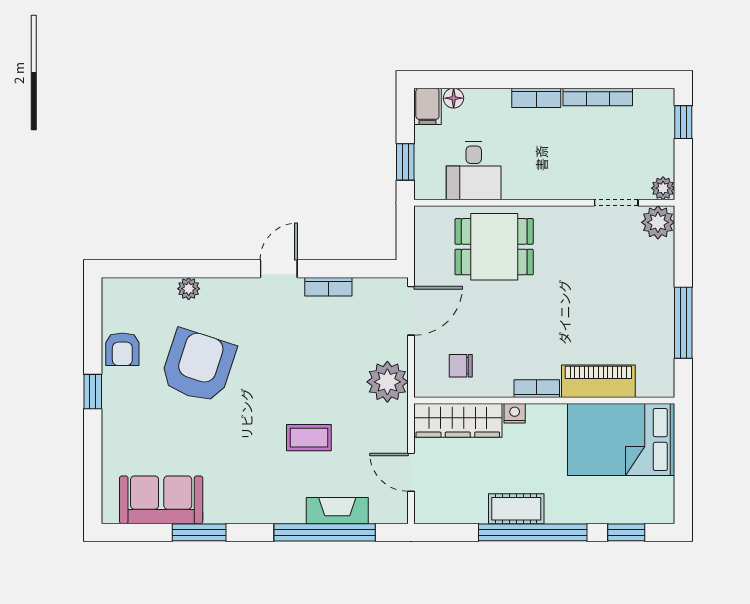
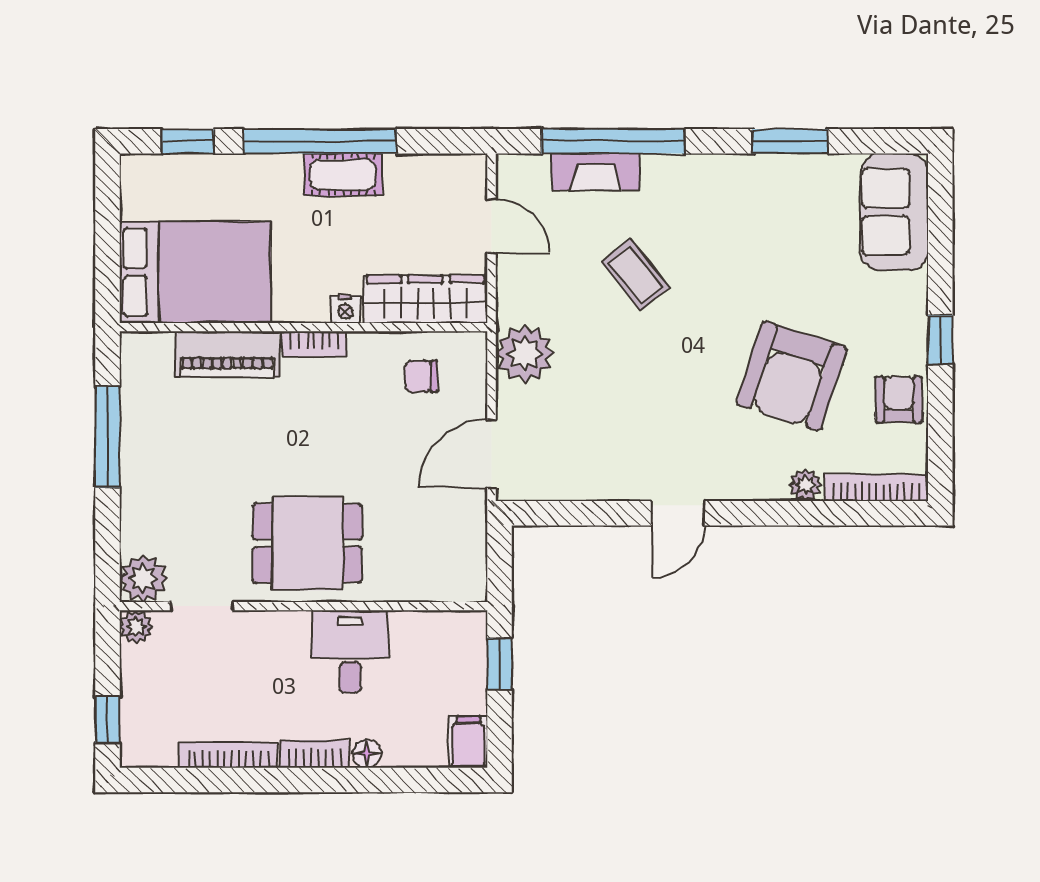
floor lamp: (454, 98) -> (367, 754), moved
desk: (474, 171) -> (350, 652), moved
dining table: (494, 247) -> (307, 543), moved
bookcase: (328, 287) -> (876, 488), moved, width x1.56
chair: (461, 366) -> (421, 376), turned 180
coffee table: (309, 438) -> (635, 275), turned 51
sofa: (161, 500) -> (894, 212), moved, turned 90

